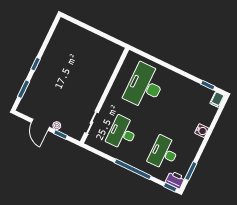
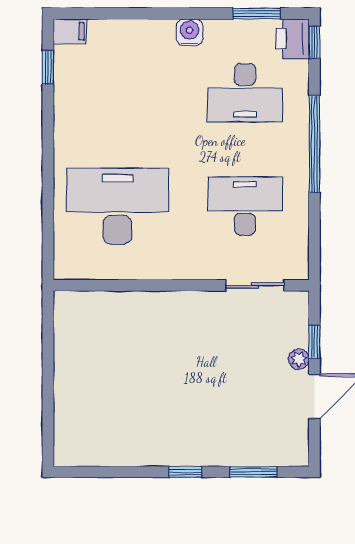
desk: (145, 86) -> (117, 206), turned 180
water cooler: (202, 131) -> (190, 32), moved
desk: (122, 133) -> (245, 206), turned 180

